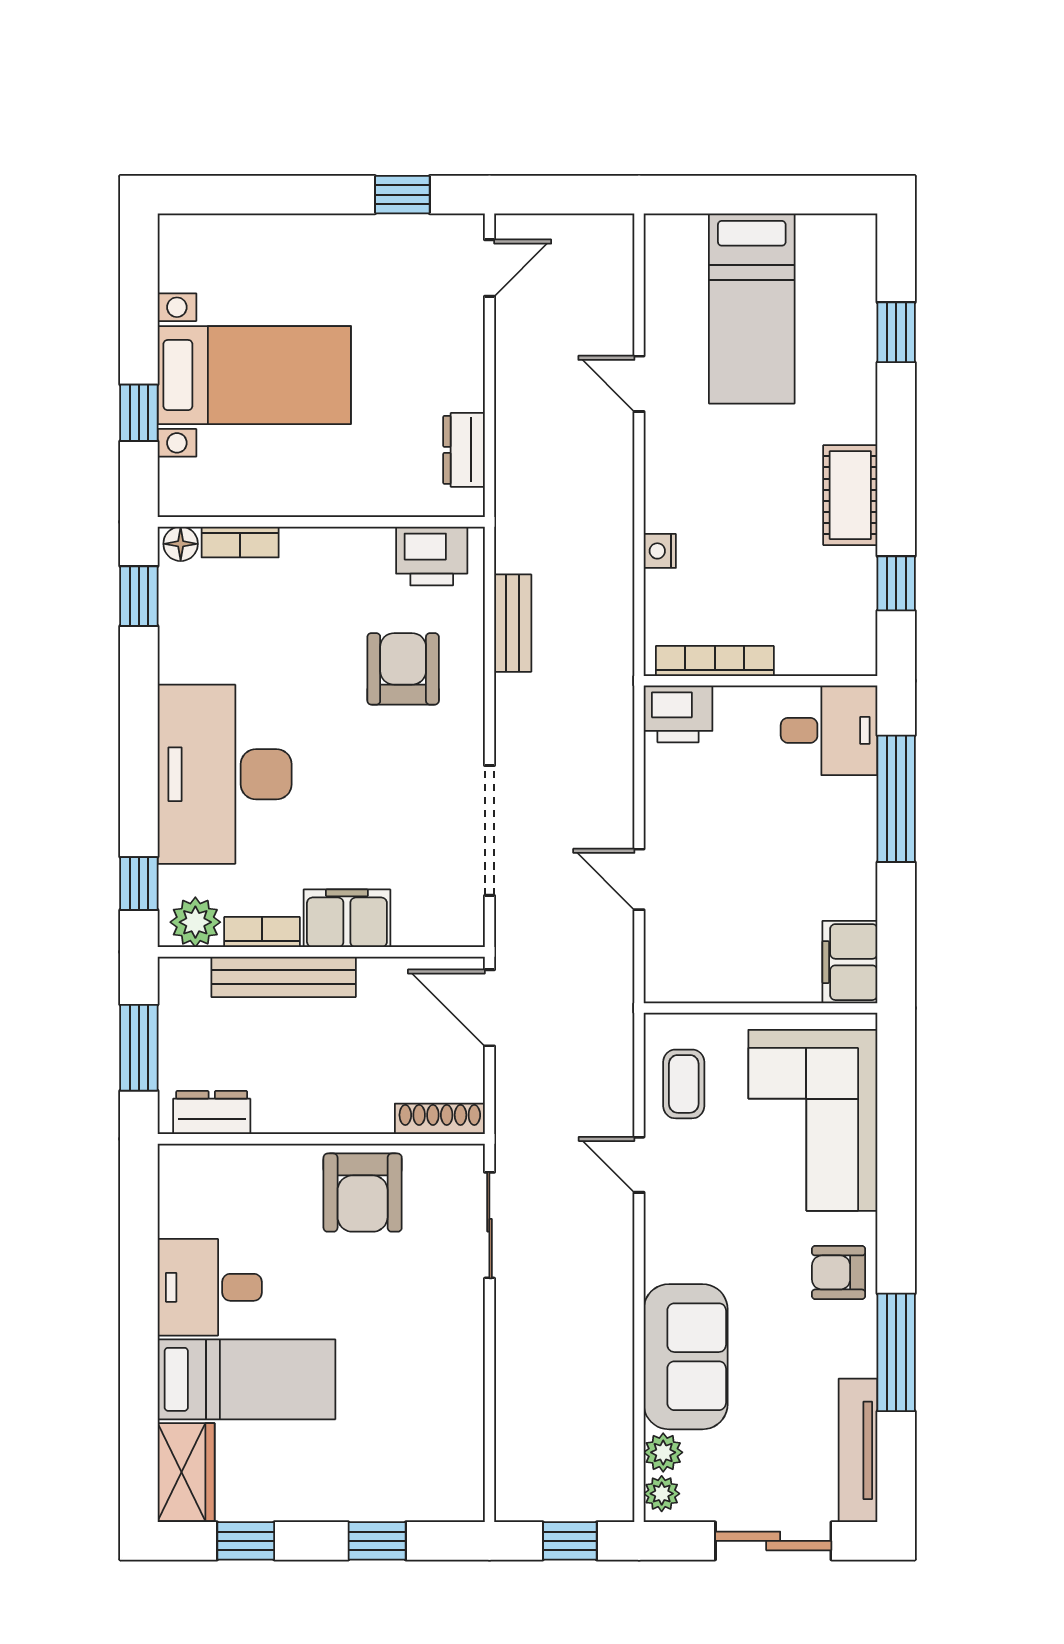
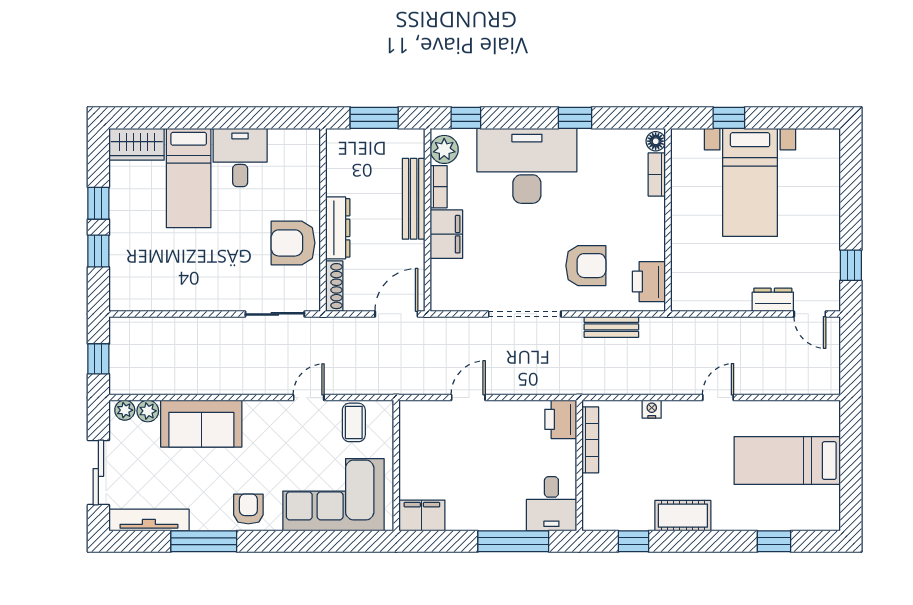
door: (639, 384) -> (718, 398), moved
dresser: (464, 450) -> (773, 300), moved
window: (139, 596) -> (575, 118), moved
doorway: (489, 830) -> (525, 314), moved
coffee table: (684, 1084) -> (354, 422), turned 90
dresser: (212, 1113) -> (338, 228), moved, width x1.44
window: (246, 1541) -> (98, 203), moved

